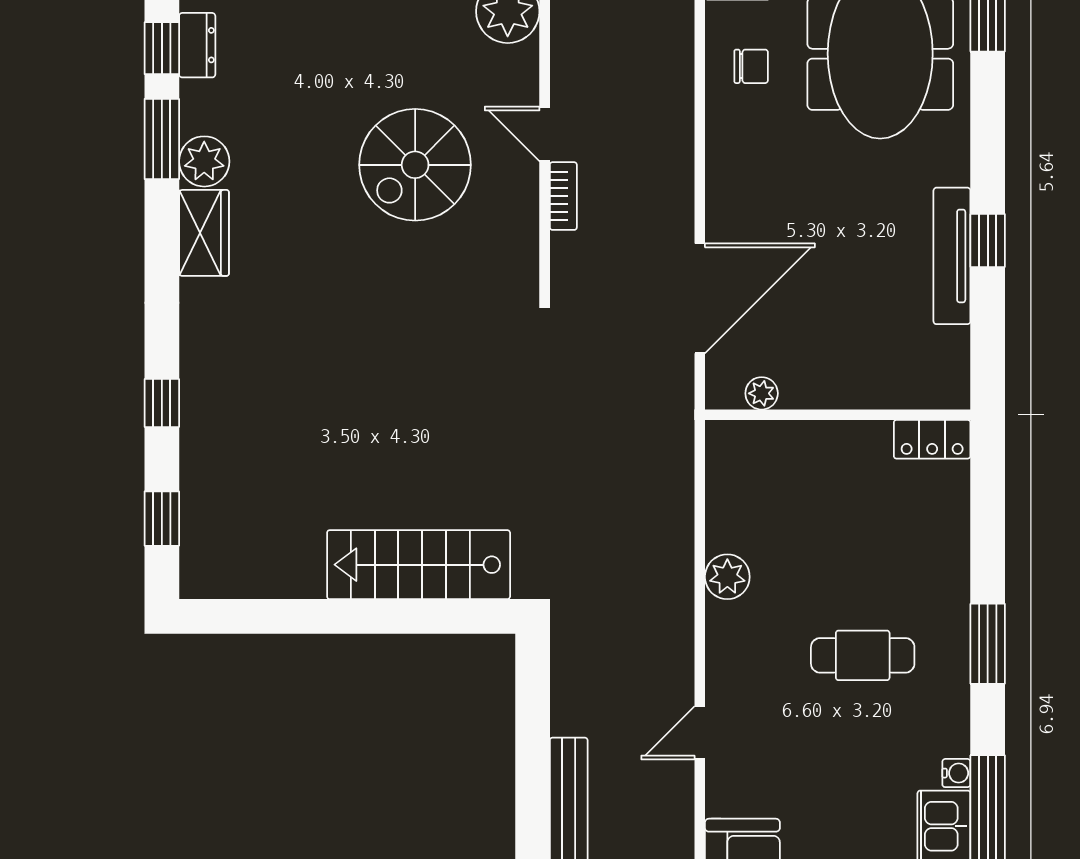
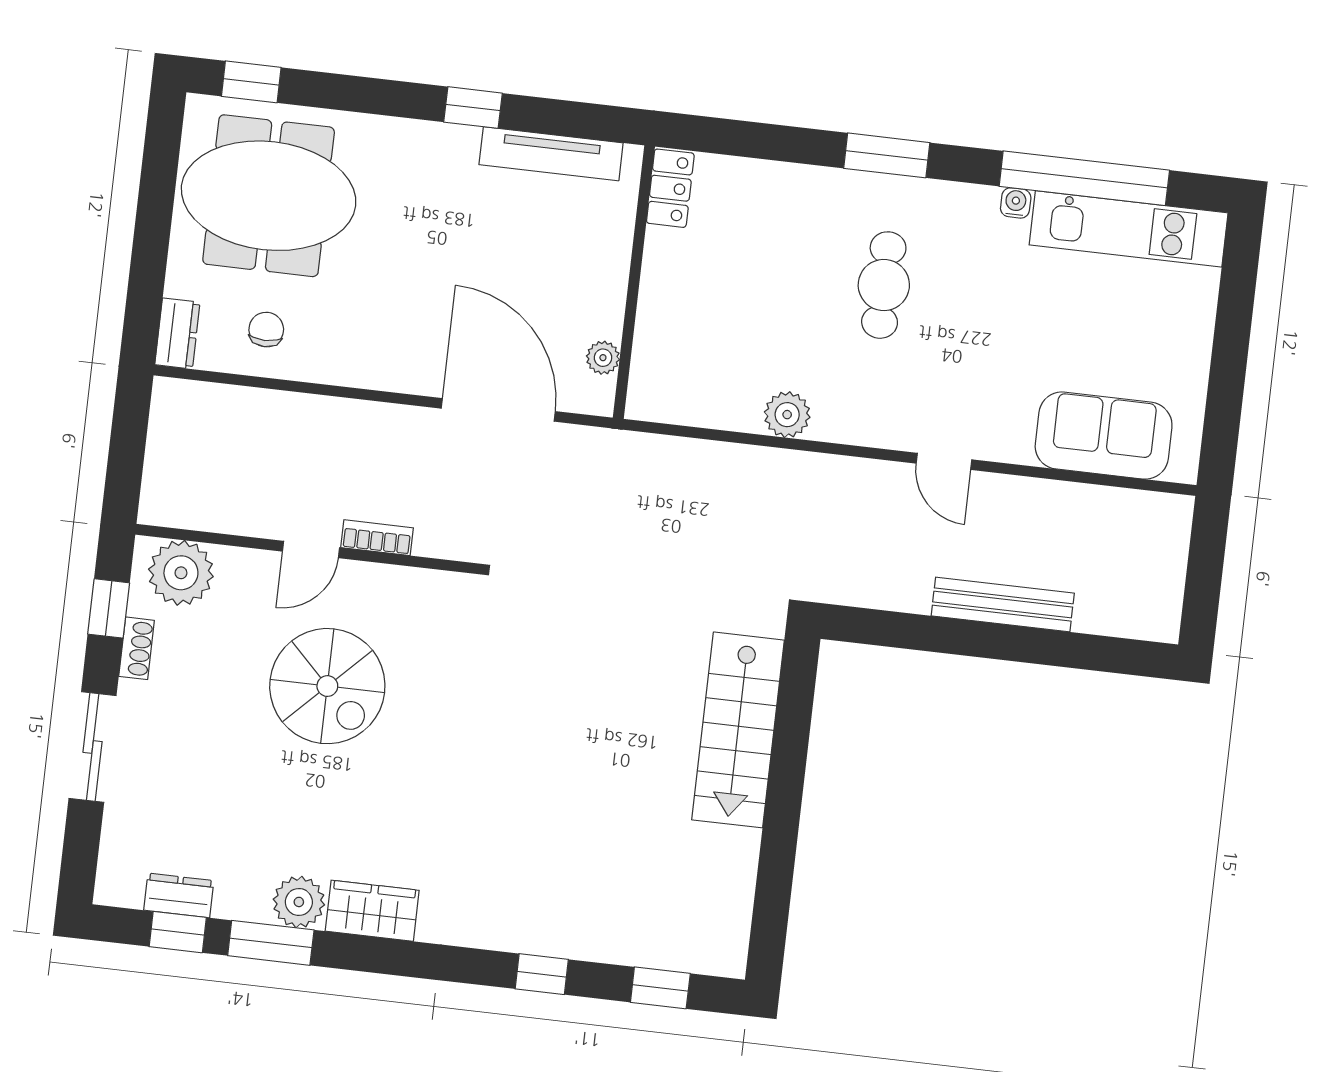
tv unit: (952, 256) -> (551, 154), moved

